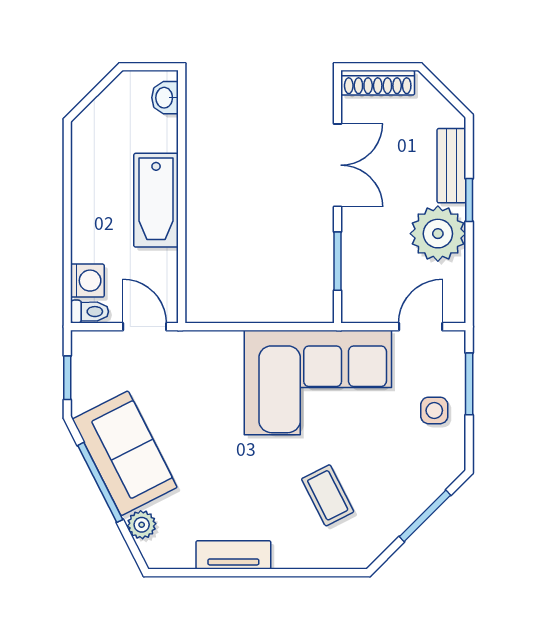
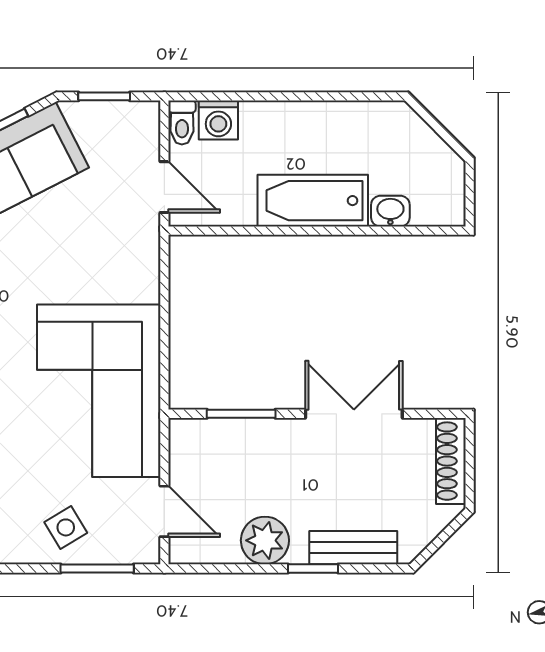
washbasin: (165, 98) -> (390, 211), moved
double door: (338, 165) -> (354, 414), swing flipped
plant: (438, 234) -> (265, 540), width x0.73, depth x0.73
door: (145, 327) -> (164, 187), hinge flipped
side table: (434, 410) -> (66, 527), turned -31

